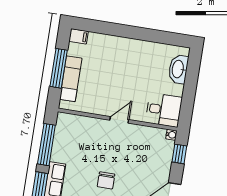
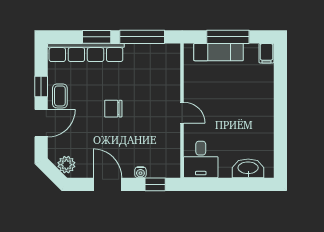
water cooler: (171, 135) -> (140, 172), moved

